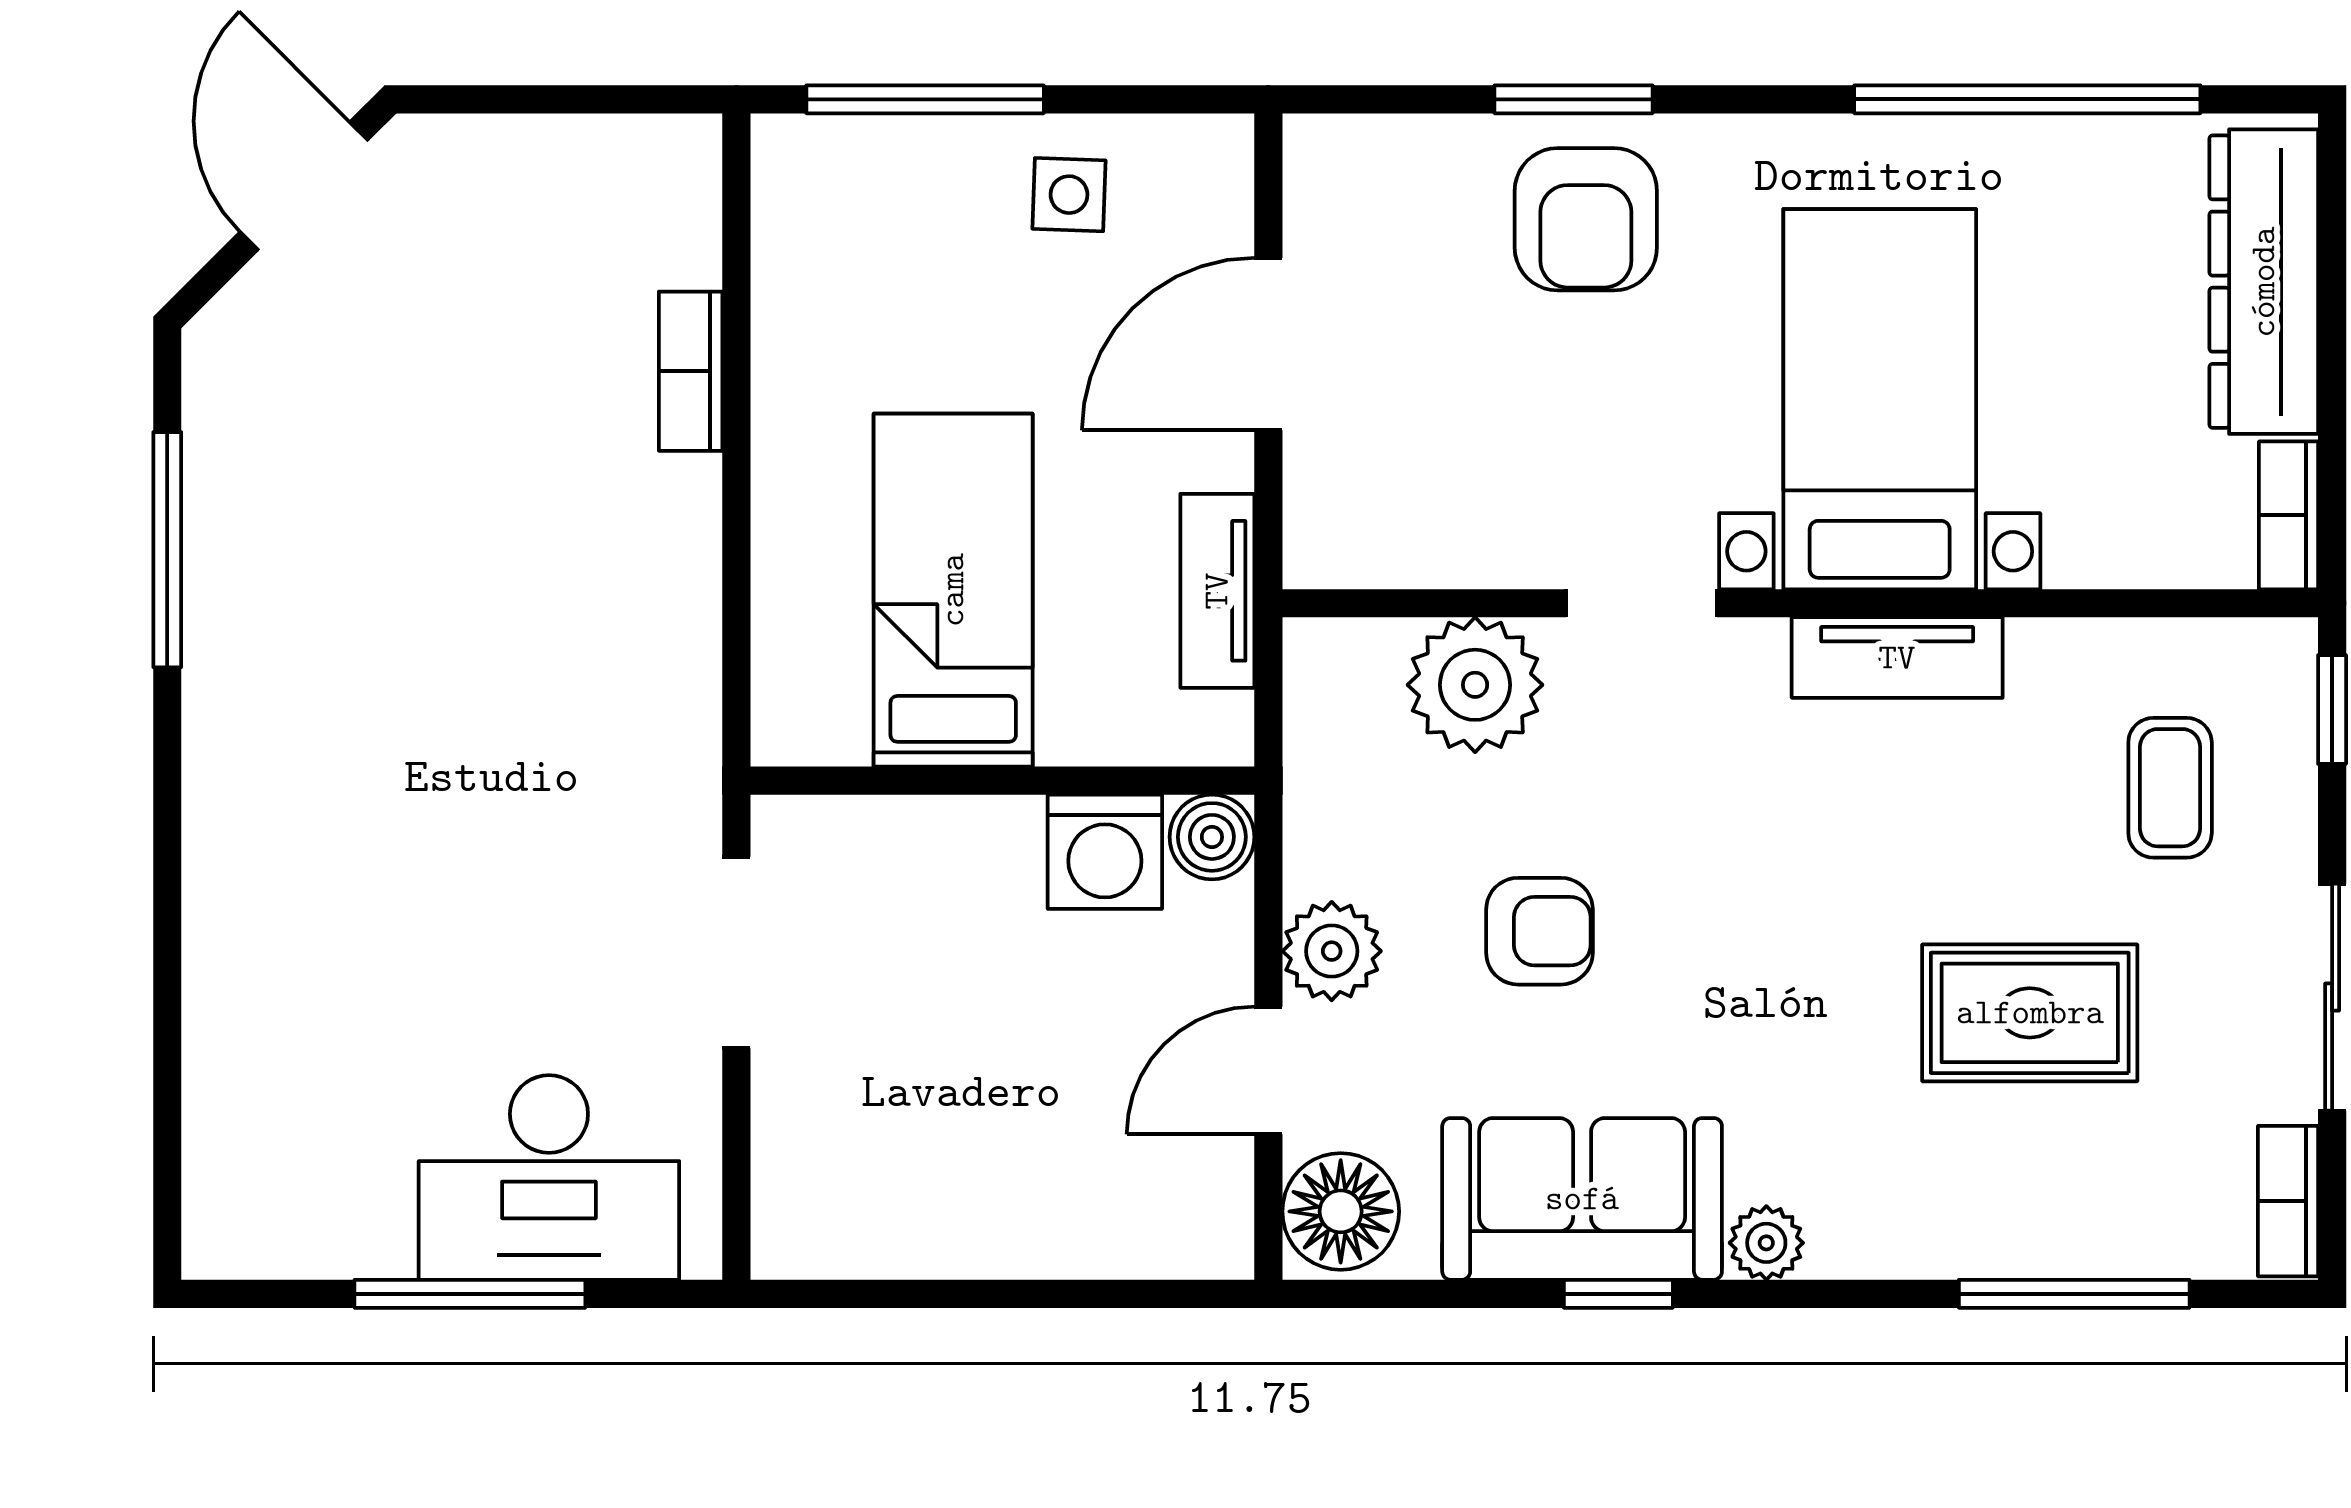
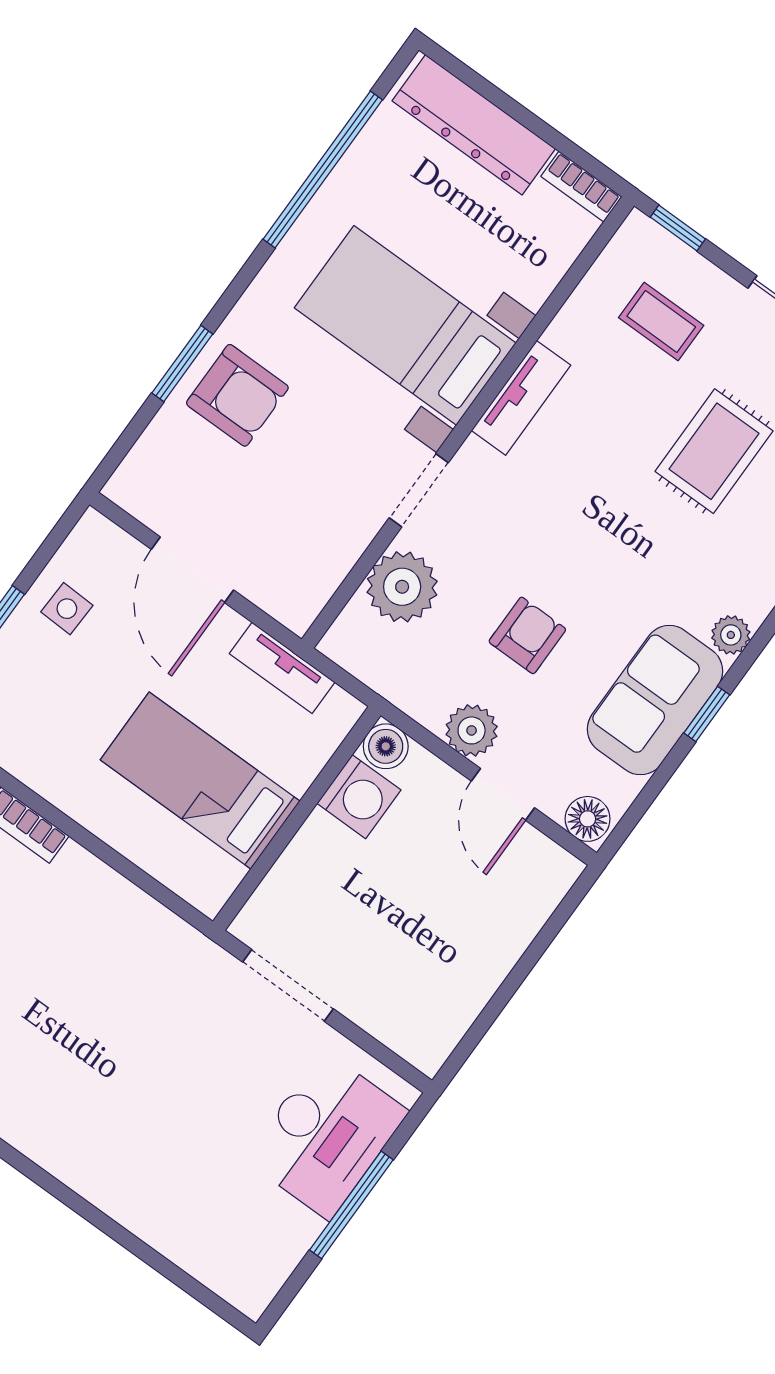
floor lamp: (1341, 1211) -> (588, 819), width x0.73, depth x0.73

